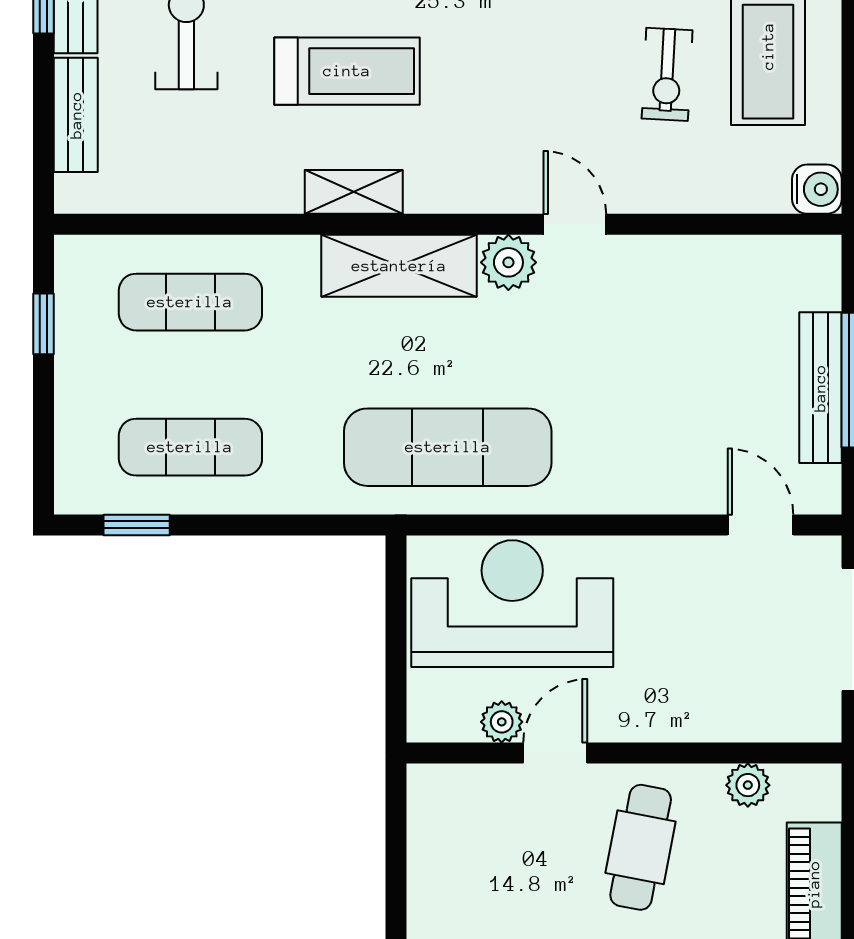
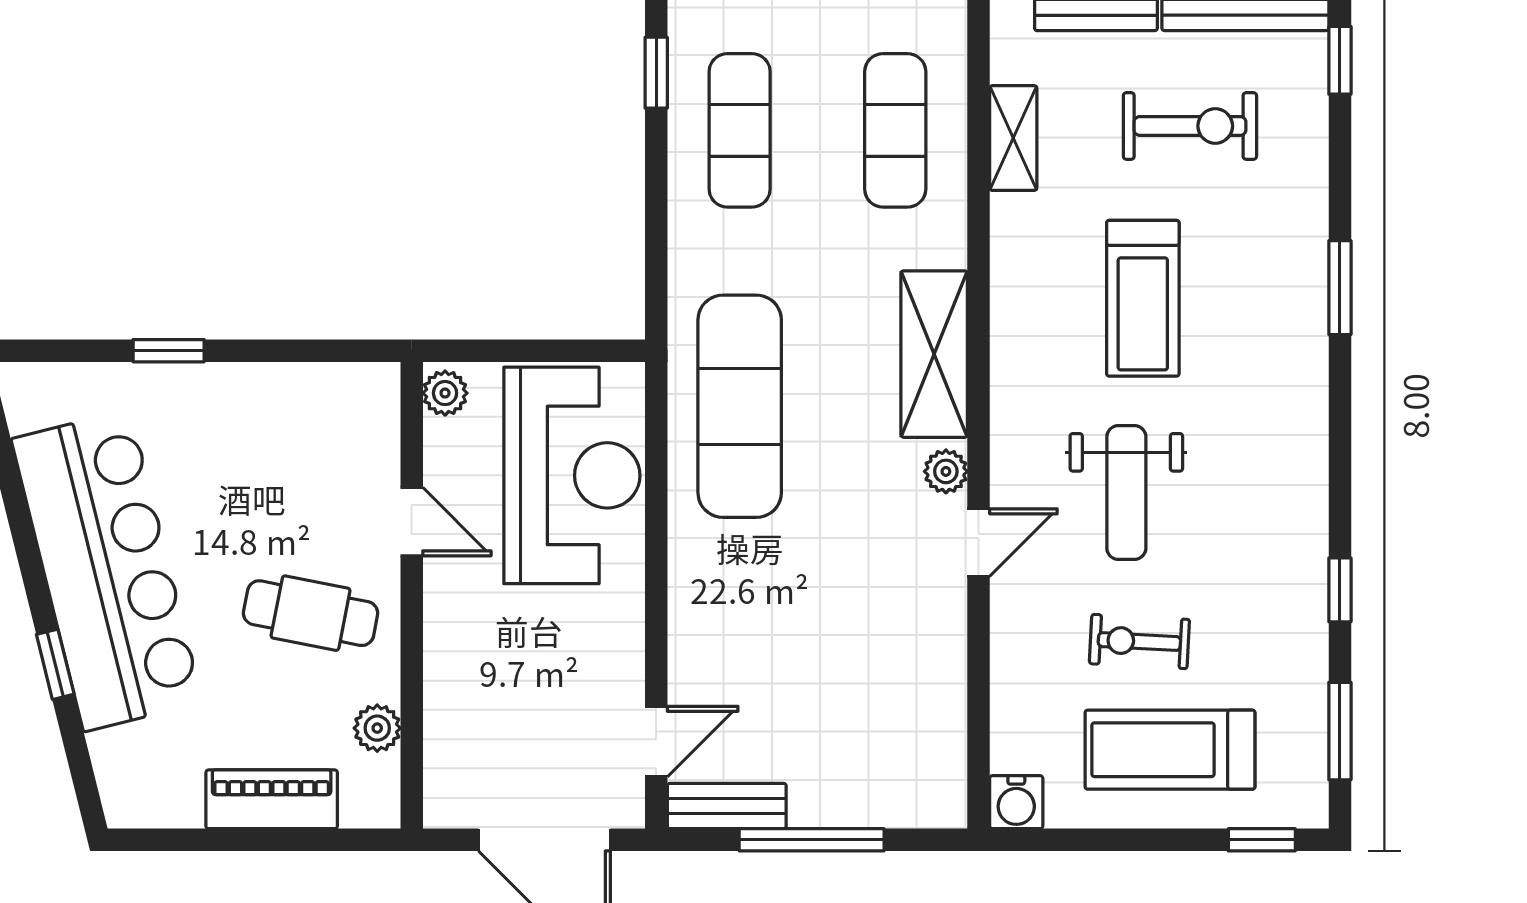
weight bench: (528, 87) -> (1126, 493), added
shelving: (354, 192) -> (1013, 138), moved
plant: (508, 262) -> (946, 471), width x0.73, depth x0.73
bench: (820, 388) -> (727, 806), moved, width x0.73
plant: (502, 722) -> (445, 393), moved

